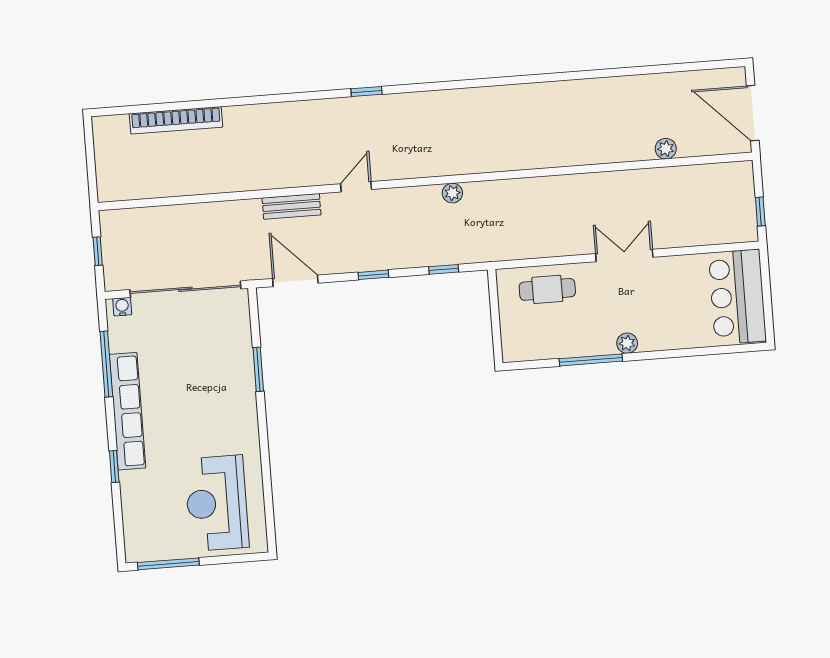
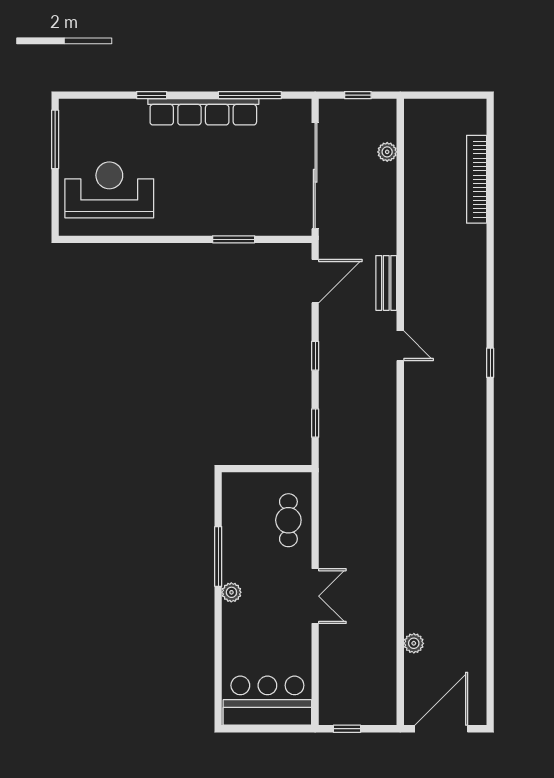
plant: (452, 193) -> (387, 152), moved
water cooler: (122, 307) -> (303, 114), removed

